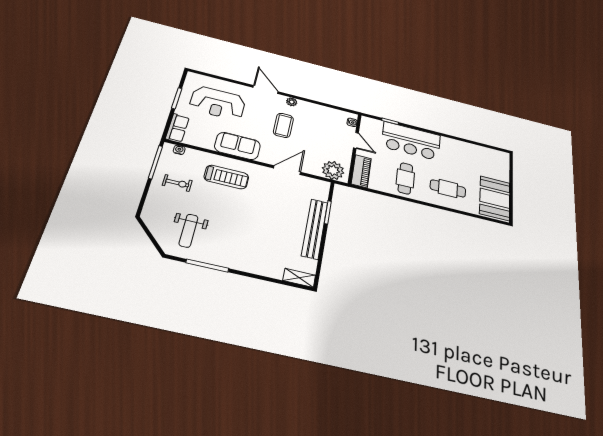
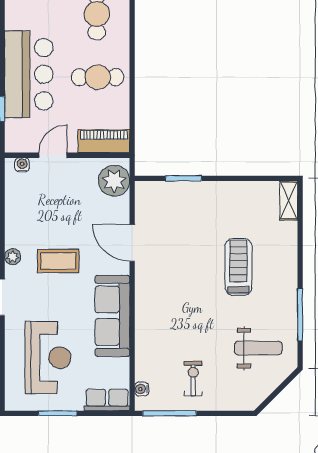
sofa: (237, 146) -> (112, 316), width x1.36
treadmill: (226, 177) -> (238, 267), moved
bench: (315, 229) -> (213, 192), removed

